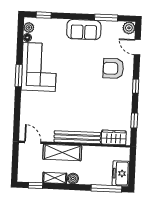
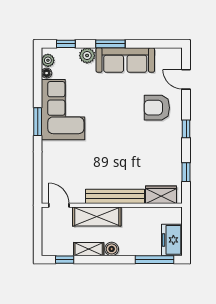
window: (106, 18) -> (110, 44), moved
plant: (129, 28) -> (87, 55), moved
sofa: (84, 30) -> (125, 60), width x1.36

